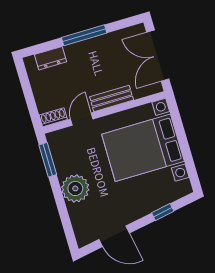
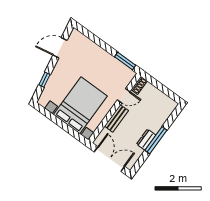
dresser: (50, 58) -> (146, 140), moved
door: (82, 119) -> (124, 96), hinge flipped
plant: (75, 188) -> (99, 57), removed

